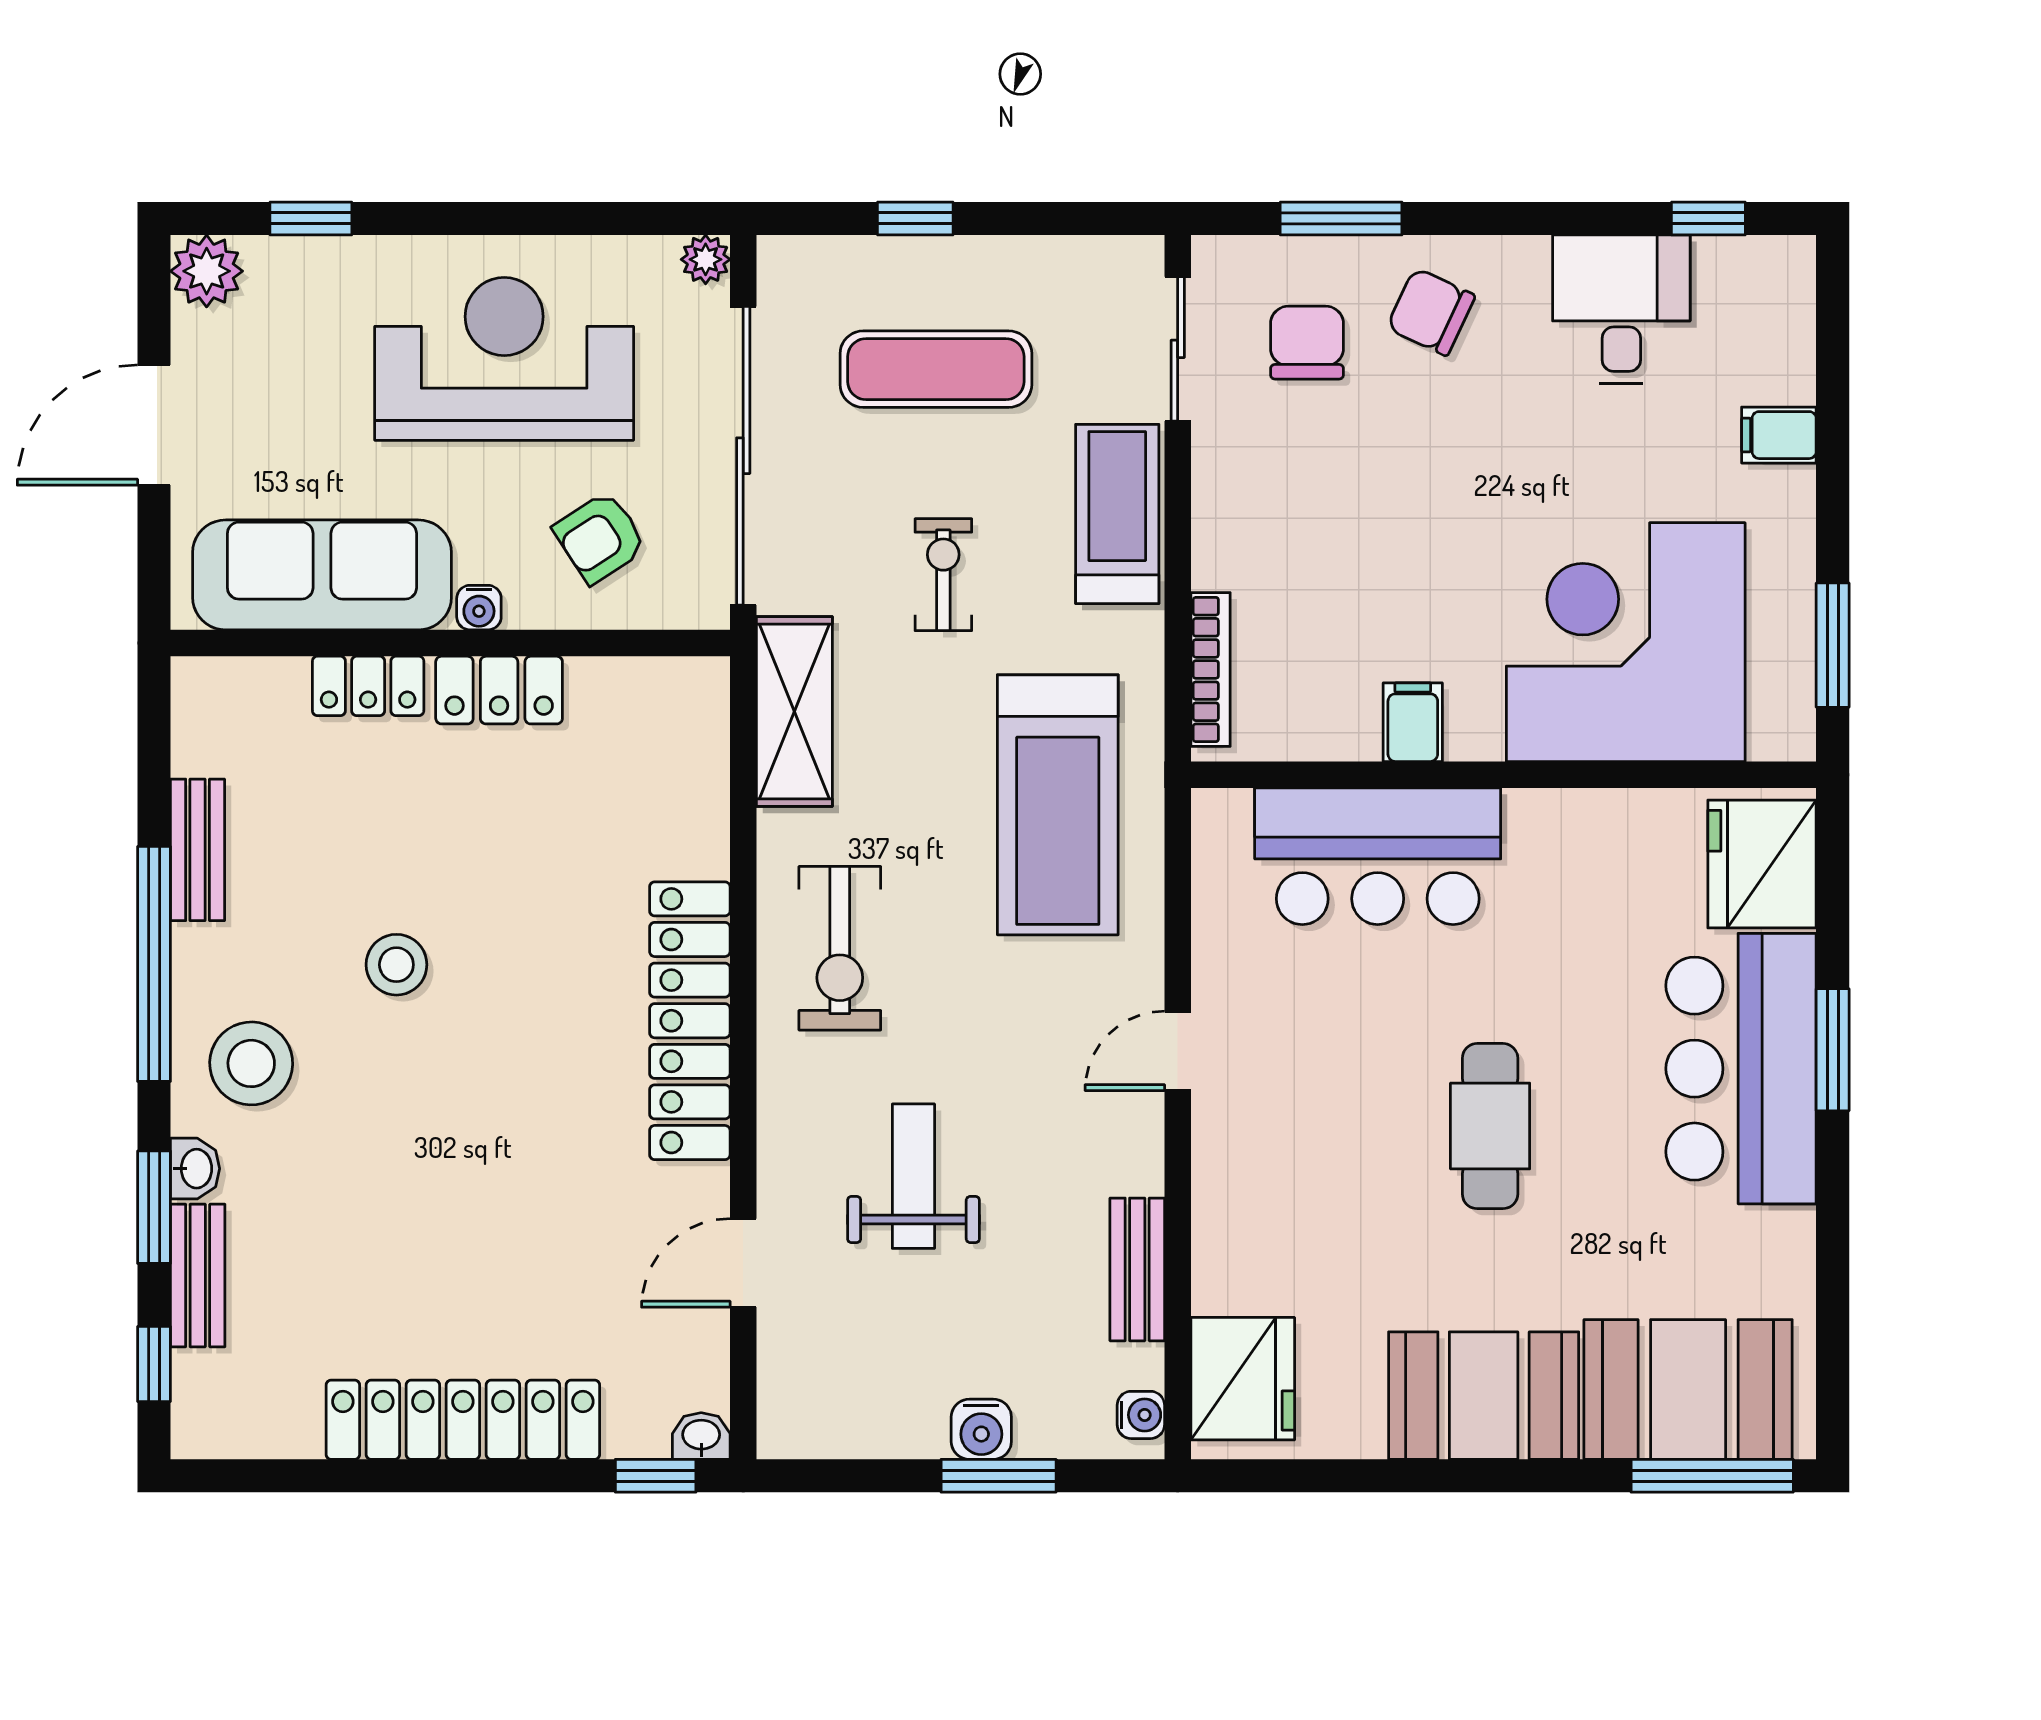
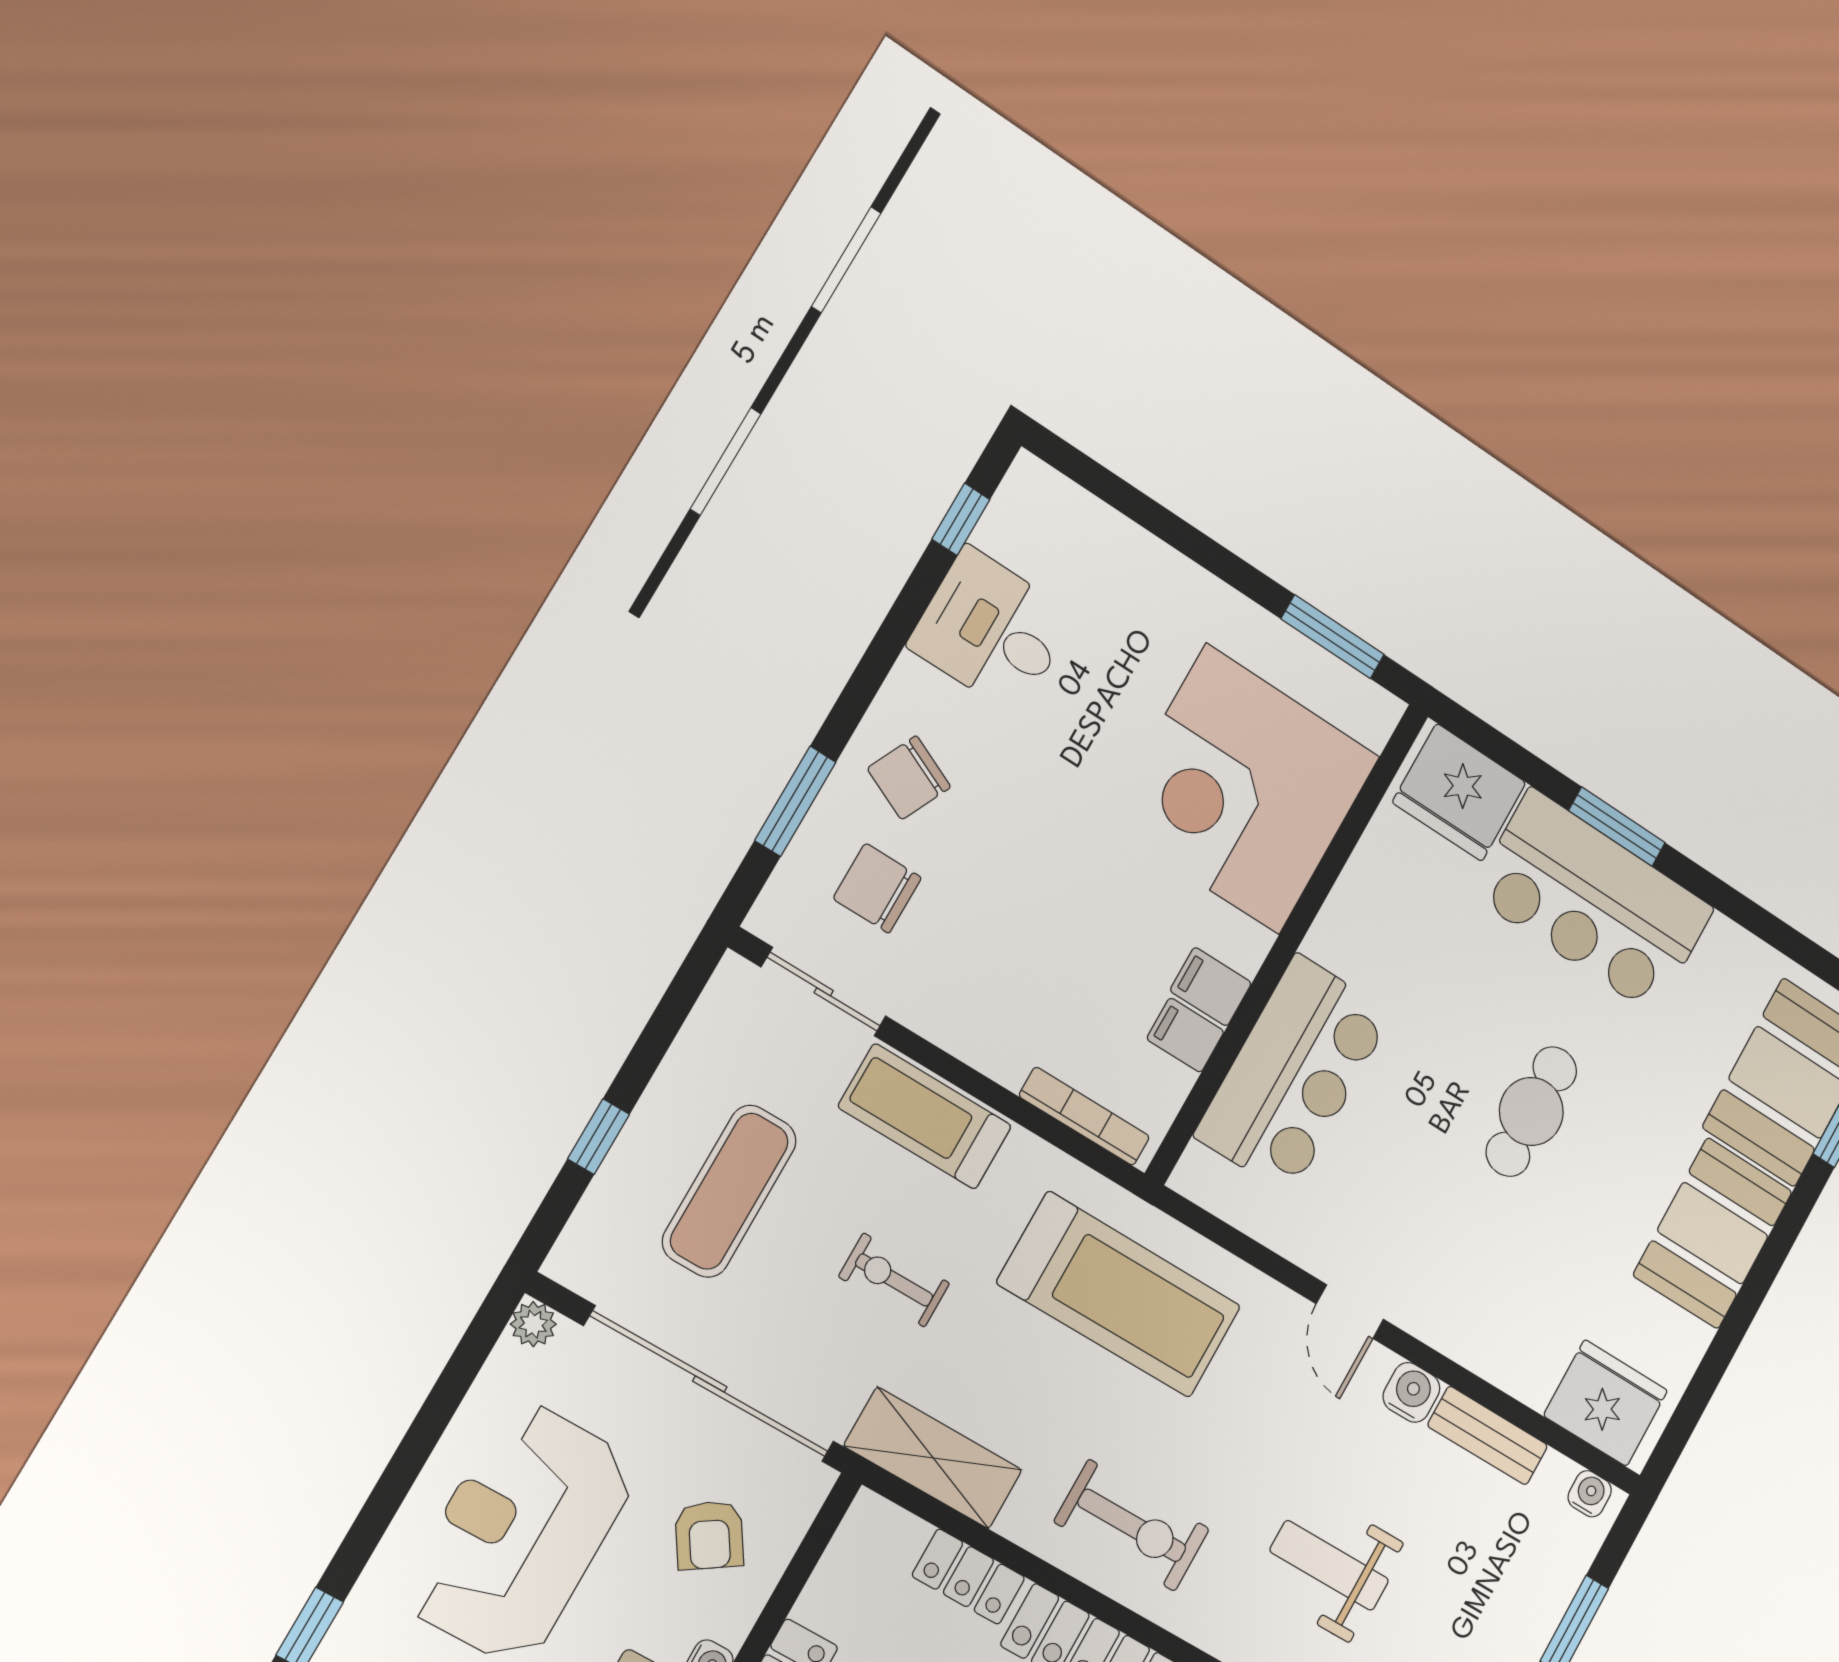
filing cabinet: (1779, 435) -> (1185, 1035), moved, turned 90
locker: (699, 813) -> (968, 1577), added
cafe table: (1490, 1126) -> (1531, 1112), turned 90
water cooler: (981, 1429) -> (1411, 1392), moved, turned -90

